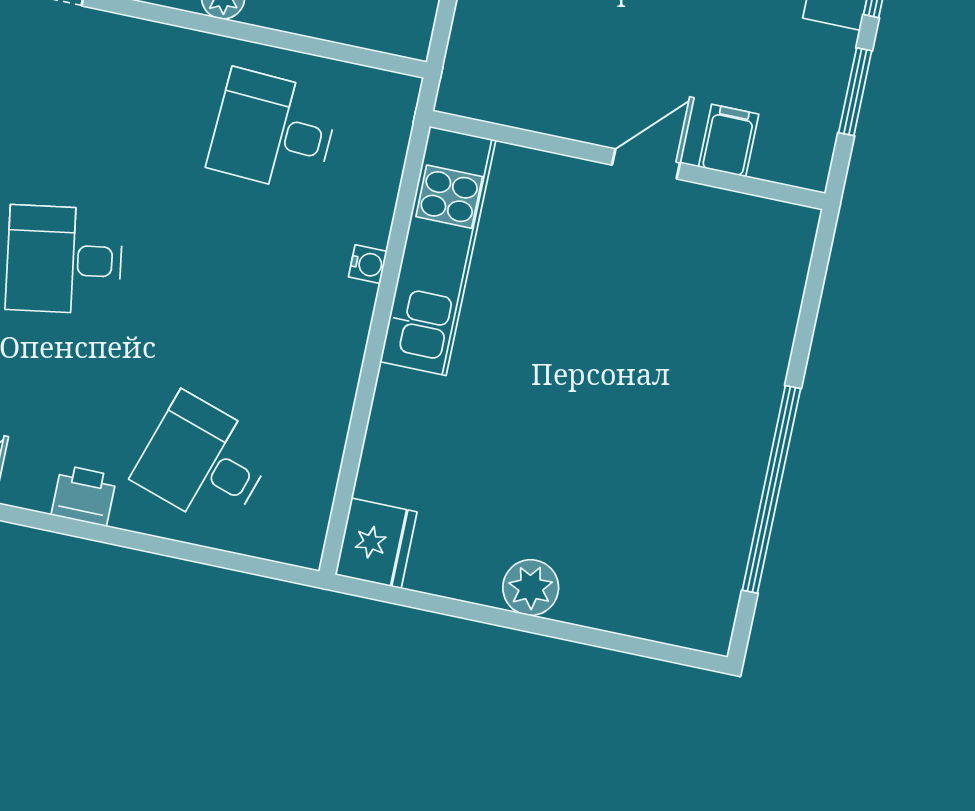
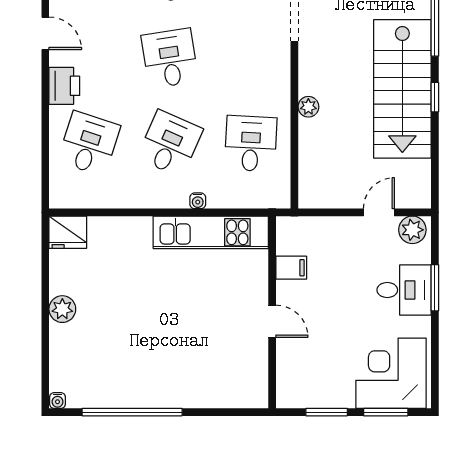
filing cabinet: (729, 141) -> (291, 268), moved
desk: (239, 296) -> (170, 144), added
printer: (84, 496) -> (64, 86), width x1.36, depth x1.24
water cooler: (716, 637) -> (57, 401), added

